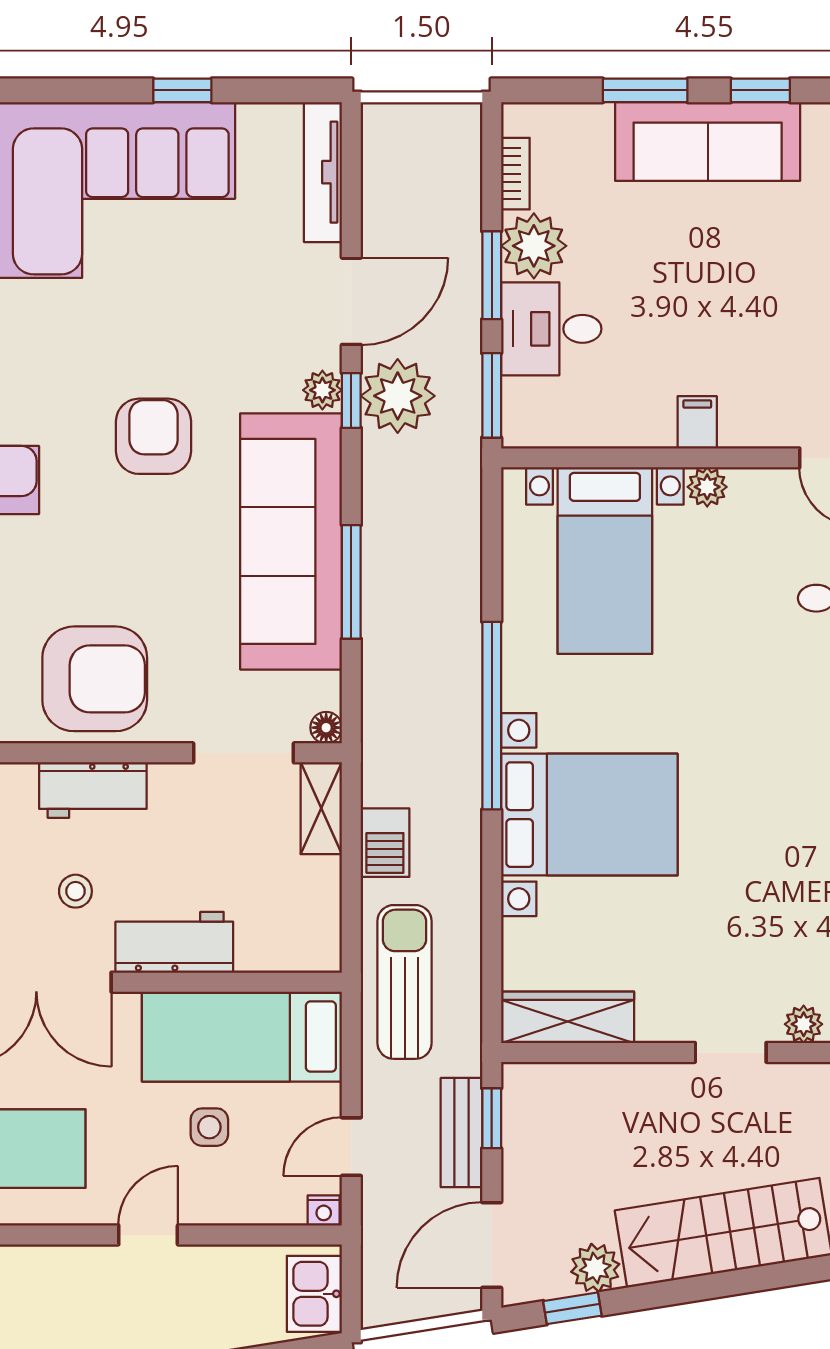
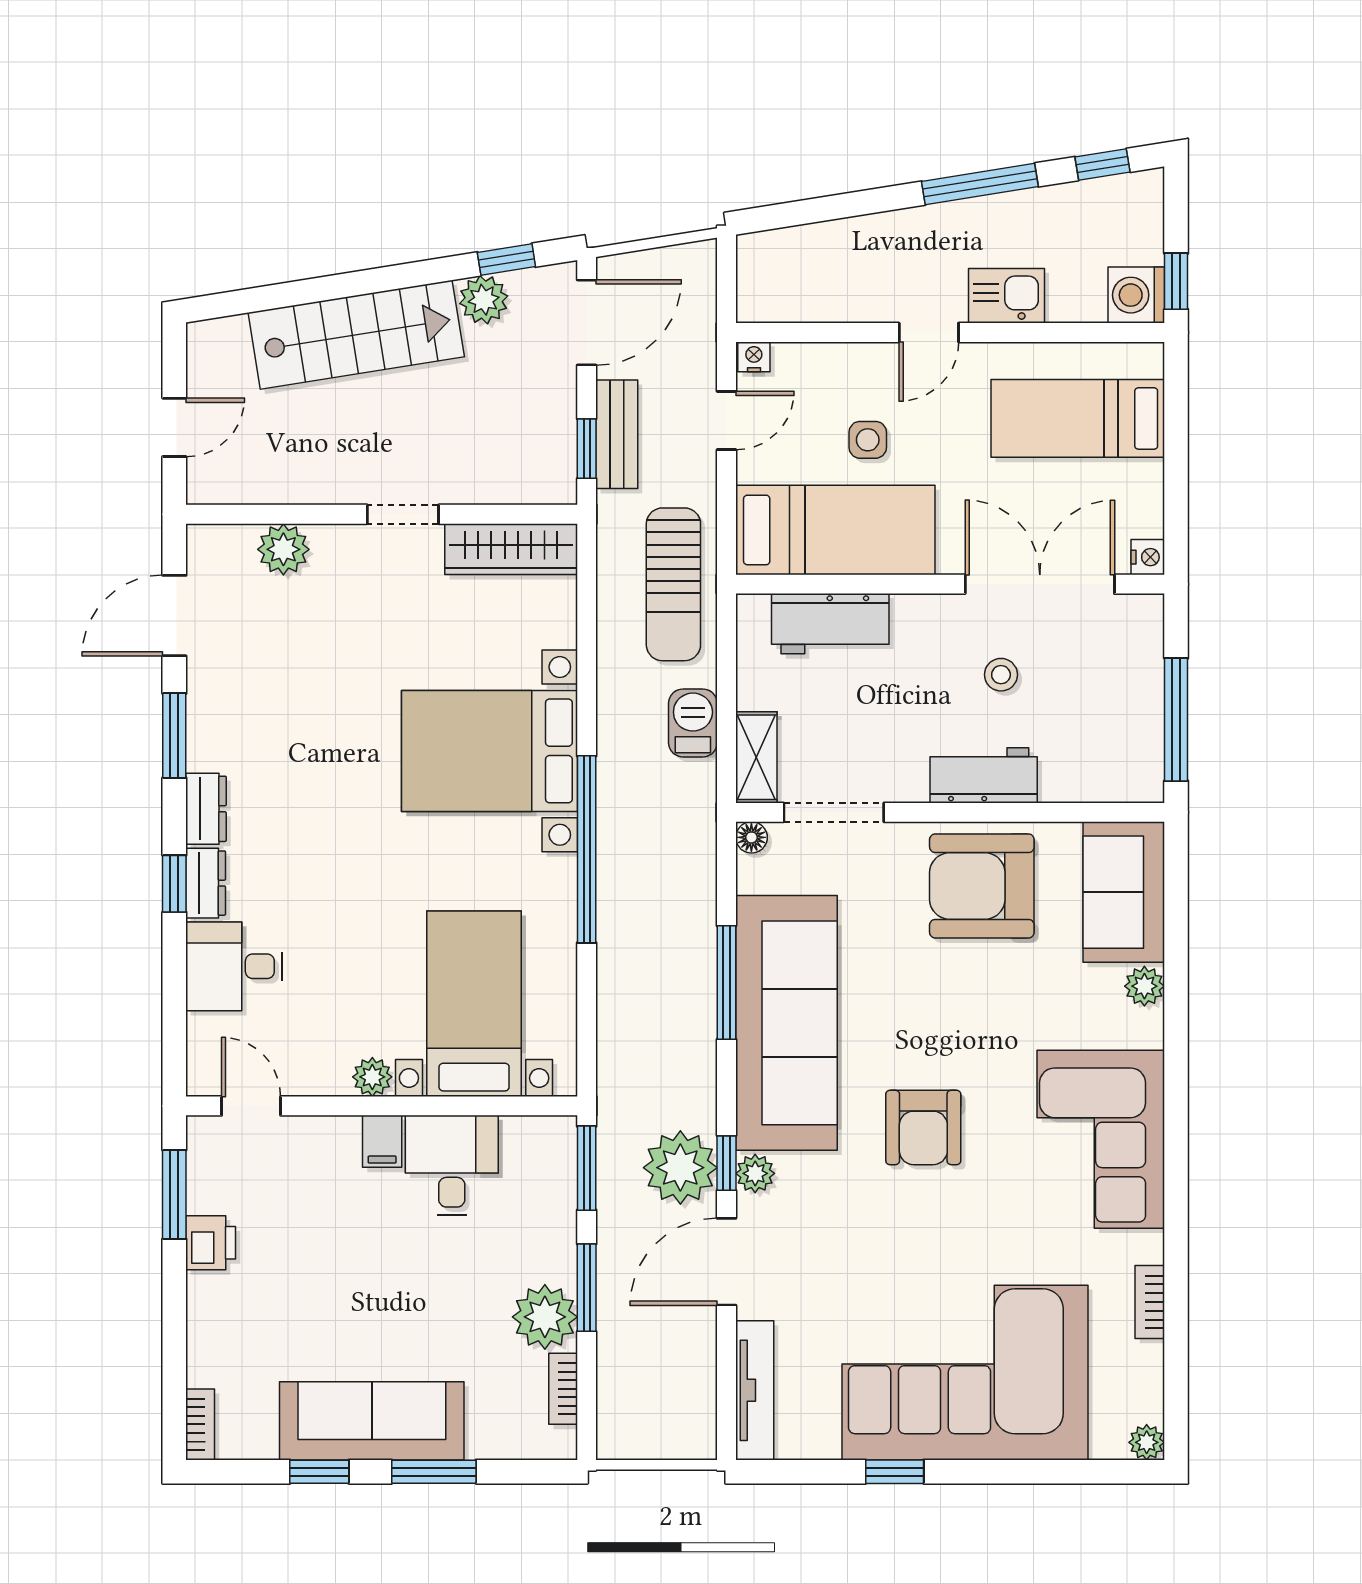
desk: (551, 329) -> (452, 1165), moved, turned -90
workbench: (174, 942) -> (830, 624), moved
plant: (804, 1024) -> (283, 549), width x1.38, depth x1.38
doorway: (731, 1052) -> (403, 514), moved
kitchen sink: (314, 1294) -> (1006, 296), moved, turned -90

